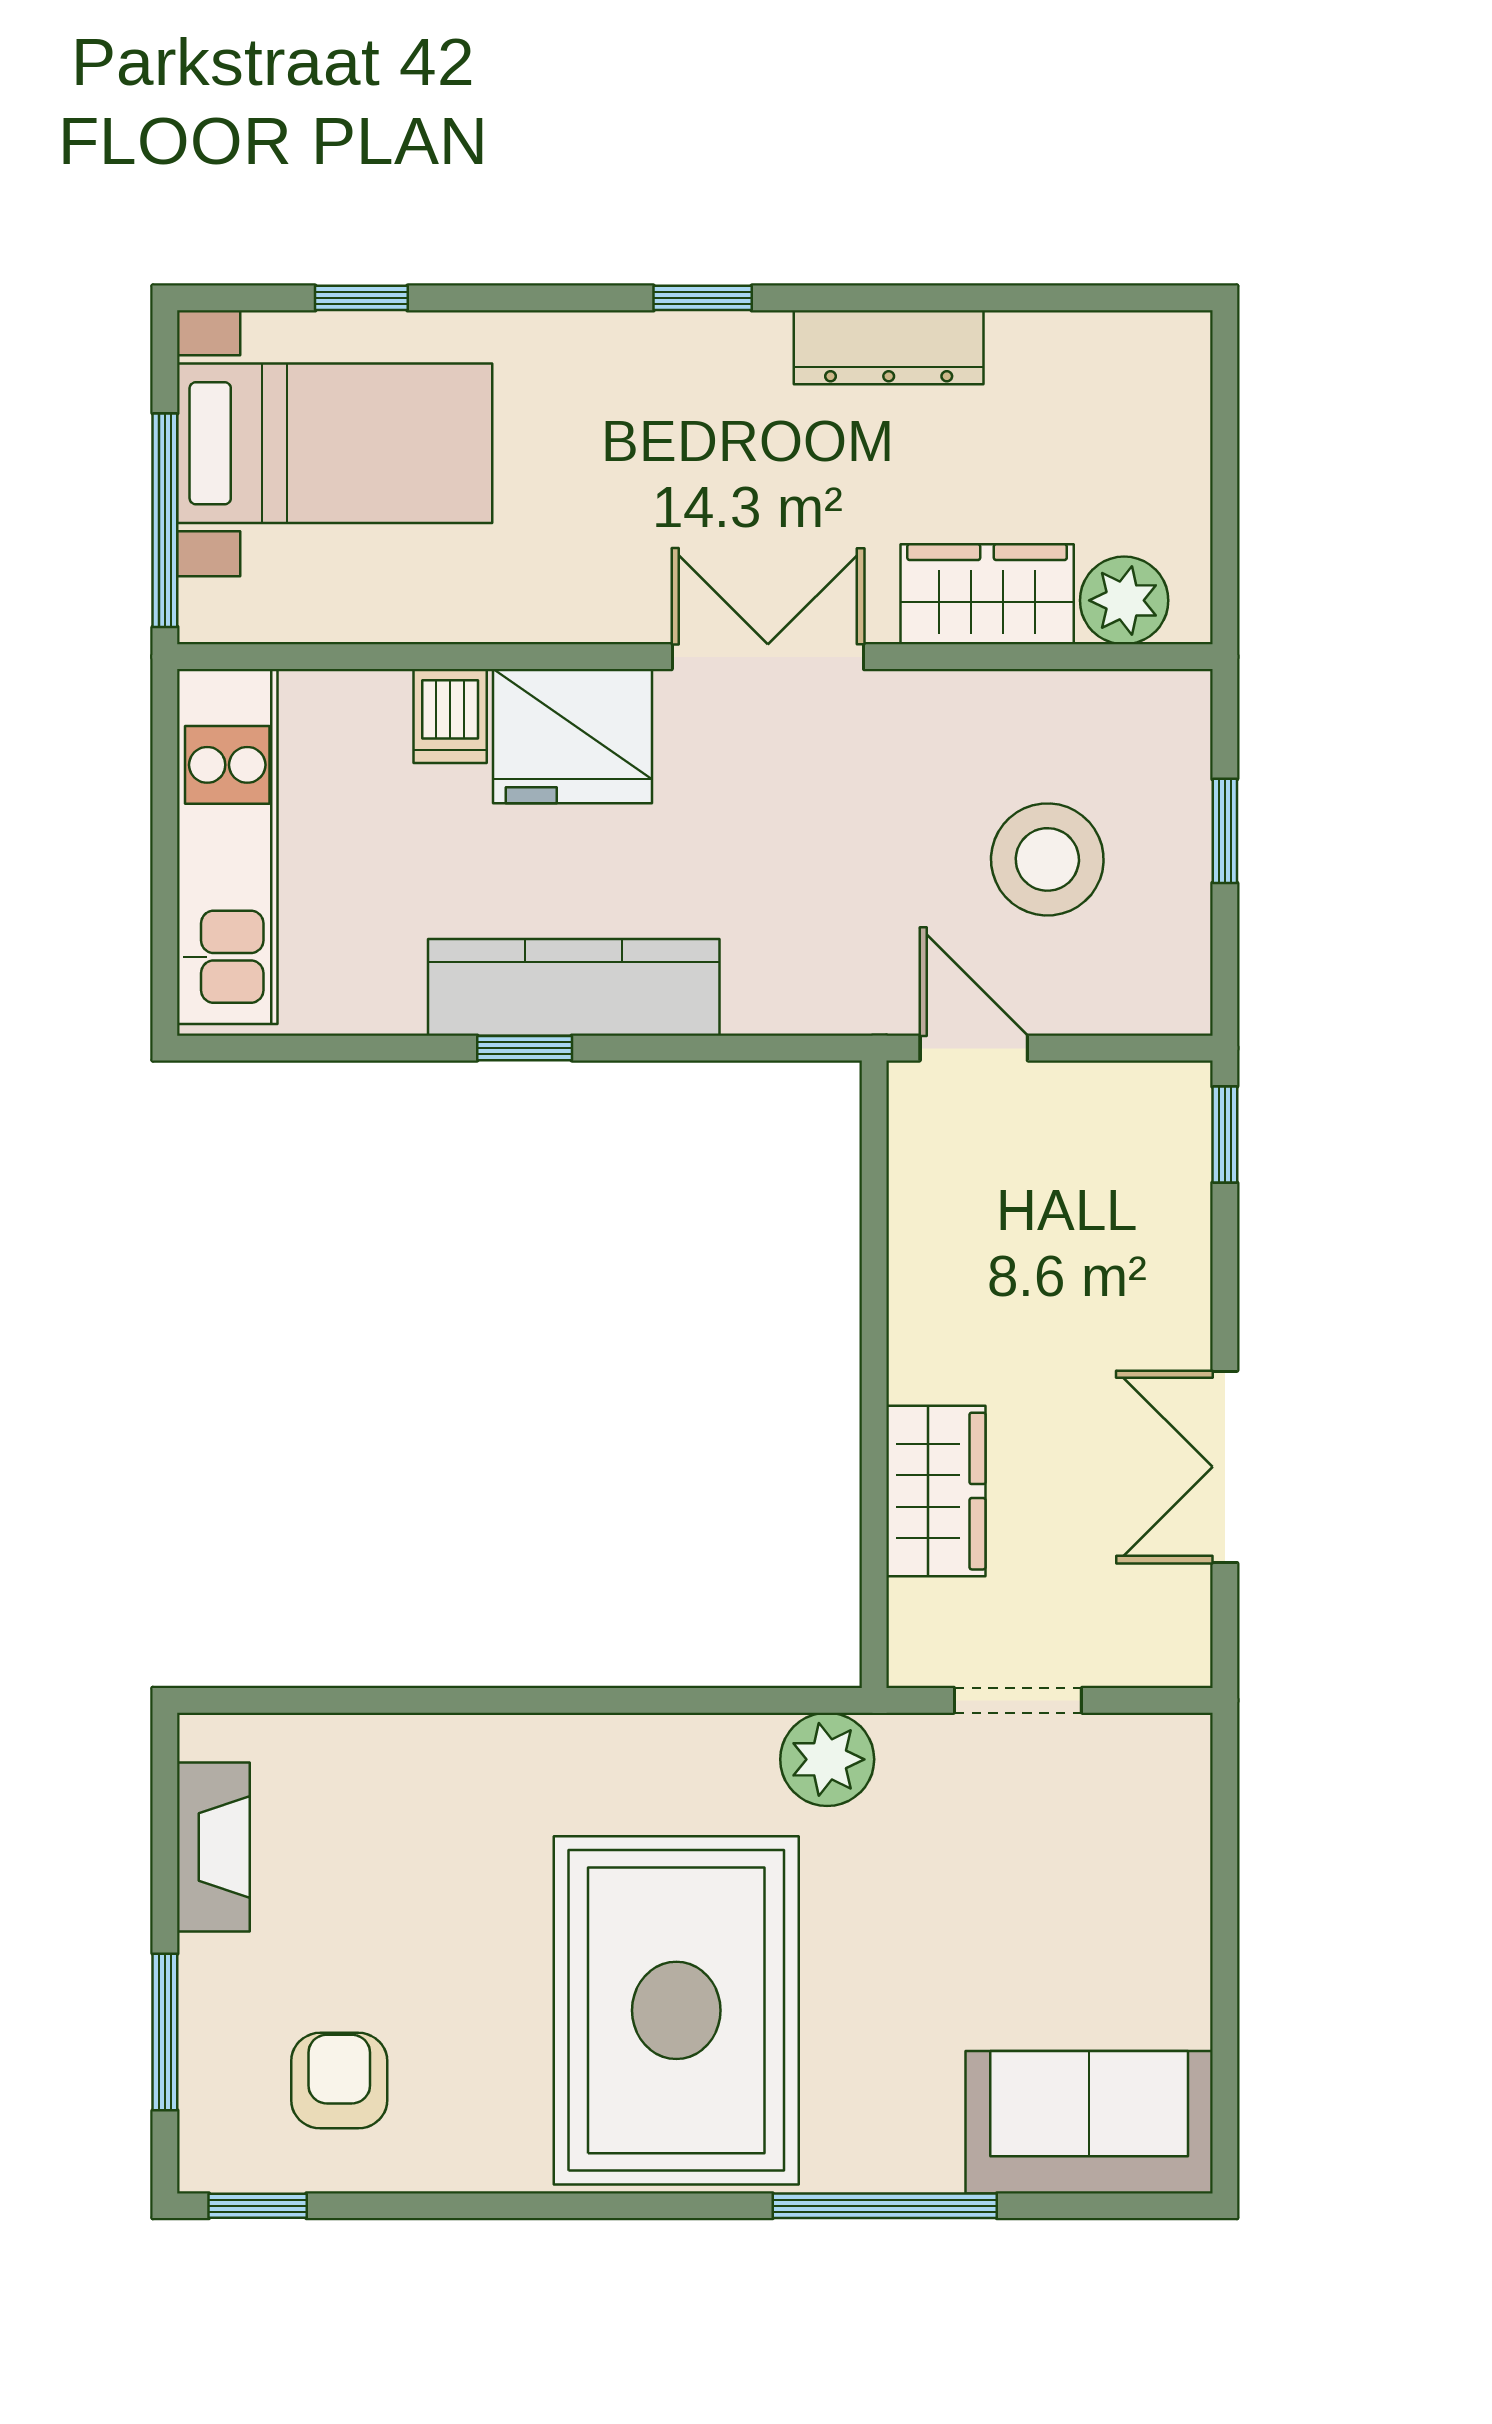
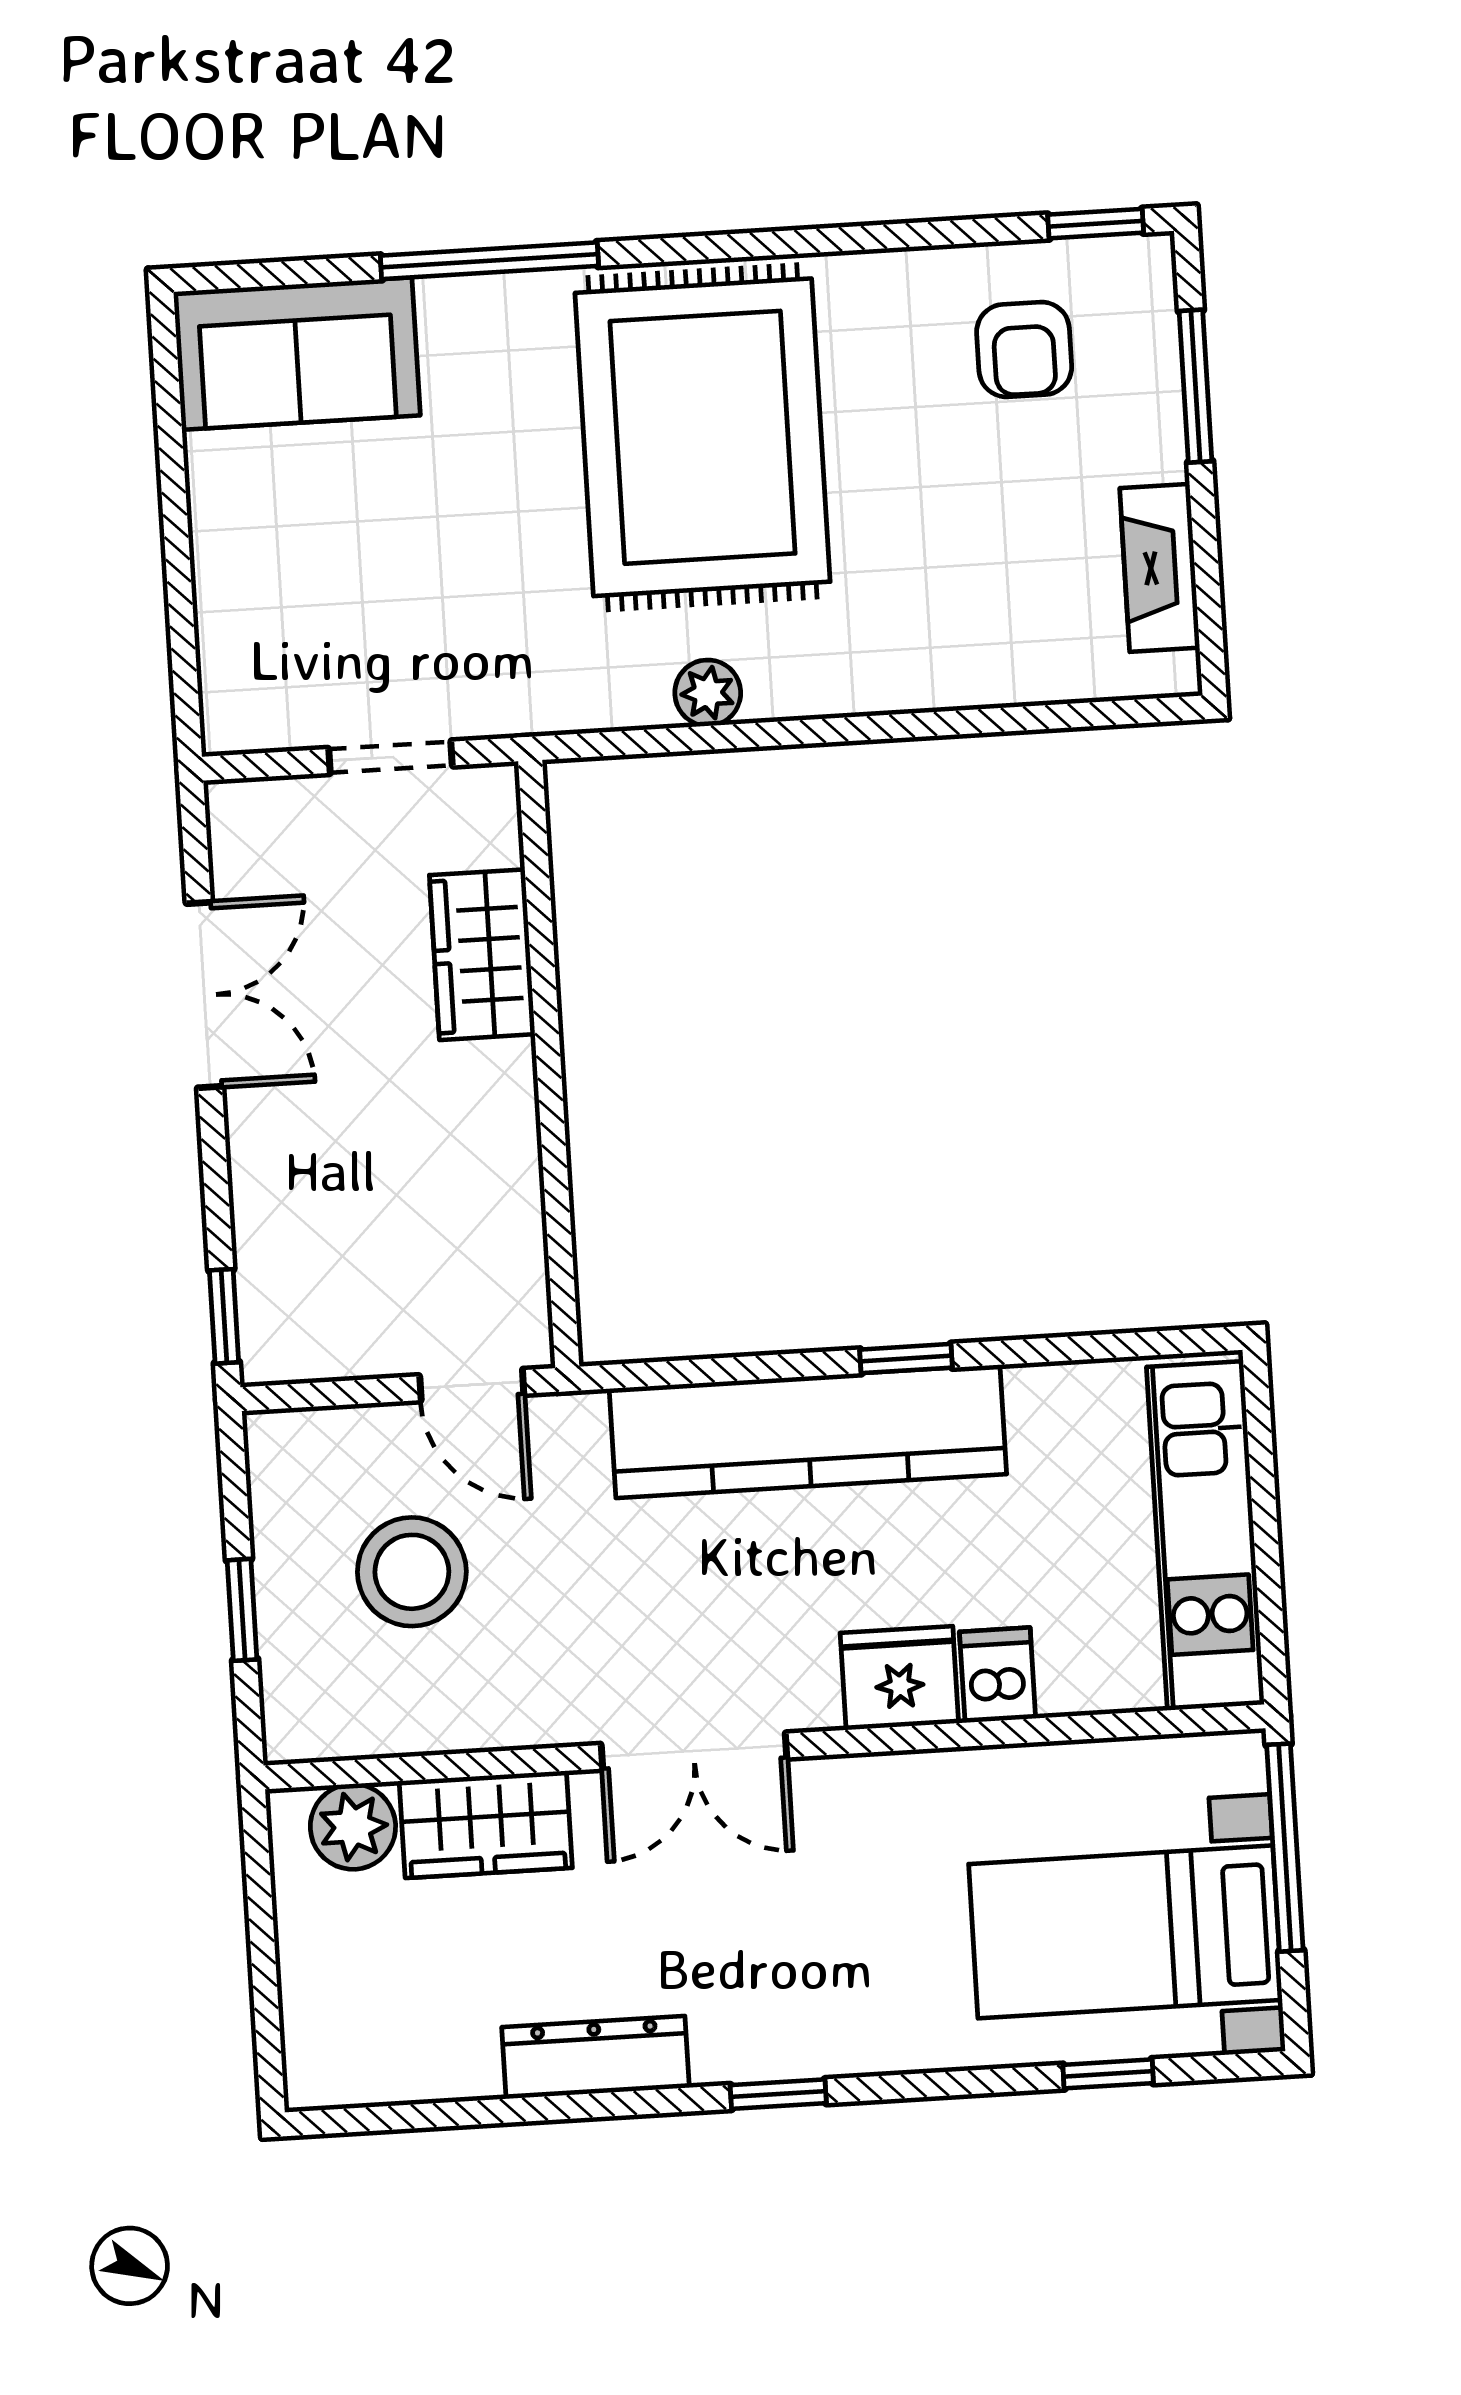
fridge: (573, 736) -> (899, 1678), width x0.73, depth x0.75
kitchen counter: (574, 987) -> (808, 1431), width x1.39, depth x1.17
plant: (827, 1759) -> (708, 693), moved, width x0.73, depth x0.73

